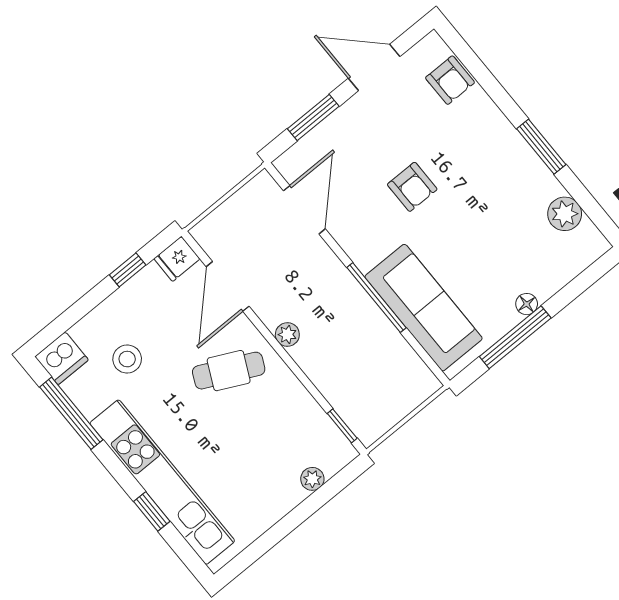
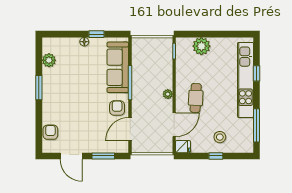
armchair: (412, 187) -> (117, 108), moved
window: (128, 270) -> (216, 156), moved
window: (515, 337) -> (97, 34), width x0.46
dishwasher: (62, 358) -> (245, 145), removed
stool: (127, 359) -> (220, 137), moved
cafe table: (229, 371) -> (196, 98), turned 67
plant: (312, 479) -> (201, 46), width x1.88, depth x1.88

